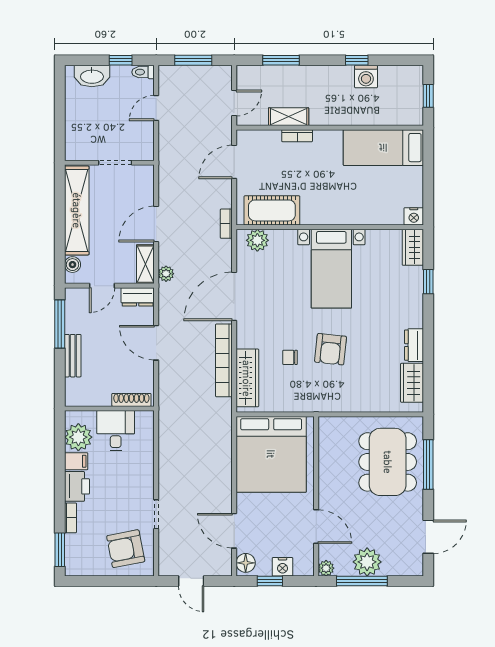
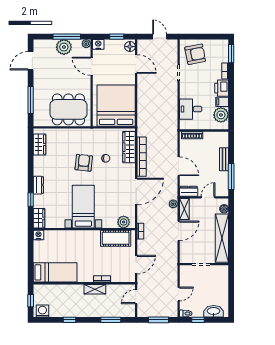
washing machine: (366, 77) -> (42, 311), moved
shelving: (289, 117) -> (95, 289), moved
dresser: (414, 345) -> (38, 185), moved
desk: (116, 431) -> (191, 109), moved, turned 90
dining table: (388, 462) -> (68, 109), moved, turned 90
nightstand: (283, 567) -> (98, 44), moved

